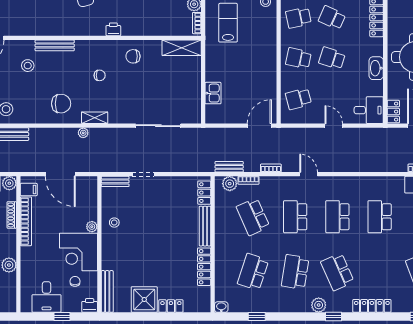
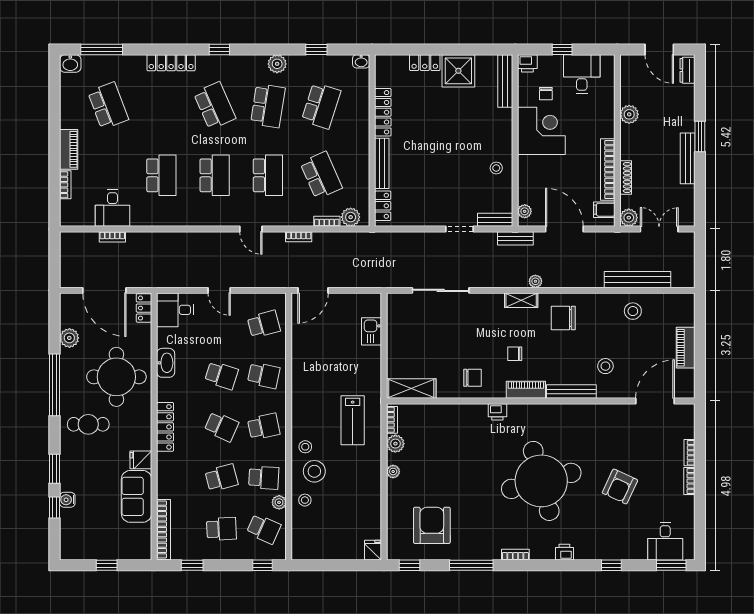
piano: (91, 47) -> (526, 390), added
bench: (229, 167) -> (515, 238), moved
plant: (92, 227) -> (525, 211), moved
plant: (319, 305) -> (277, 64), moved

